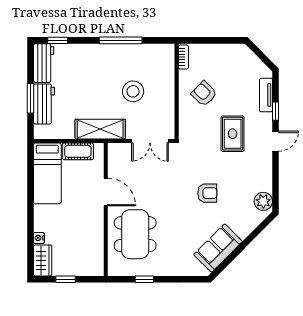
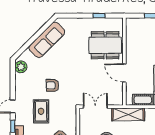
armchair: (207, 193) -> (52, 85), moved
dining table: (135, 234) -> (105, 45), turned 90
sofa: (218, 248) -> (47, 40), width x1.36

